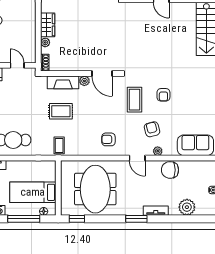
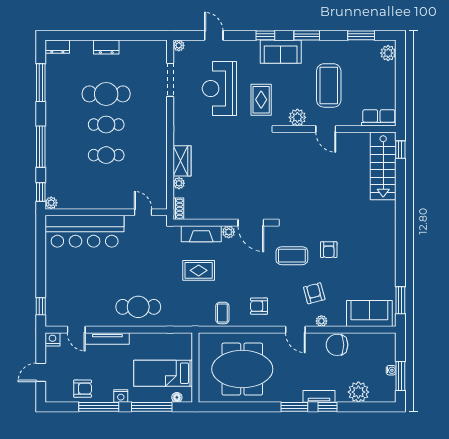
coffee table: (134, 100) -> (292, 256), turned 90
coffee table: (59, 145) -> (222, 313), moved
meeting table: (95, 189) -> (242, 369), turned 90
window: (77, 219) -> (327, 407), moved

